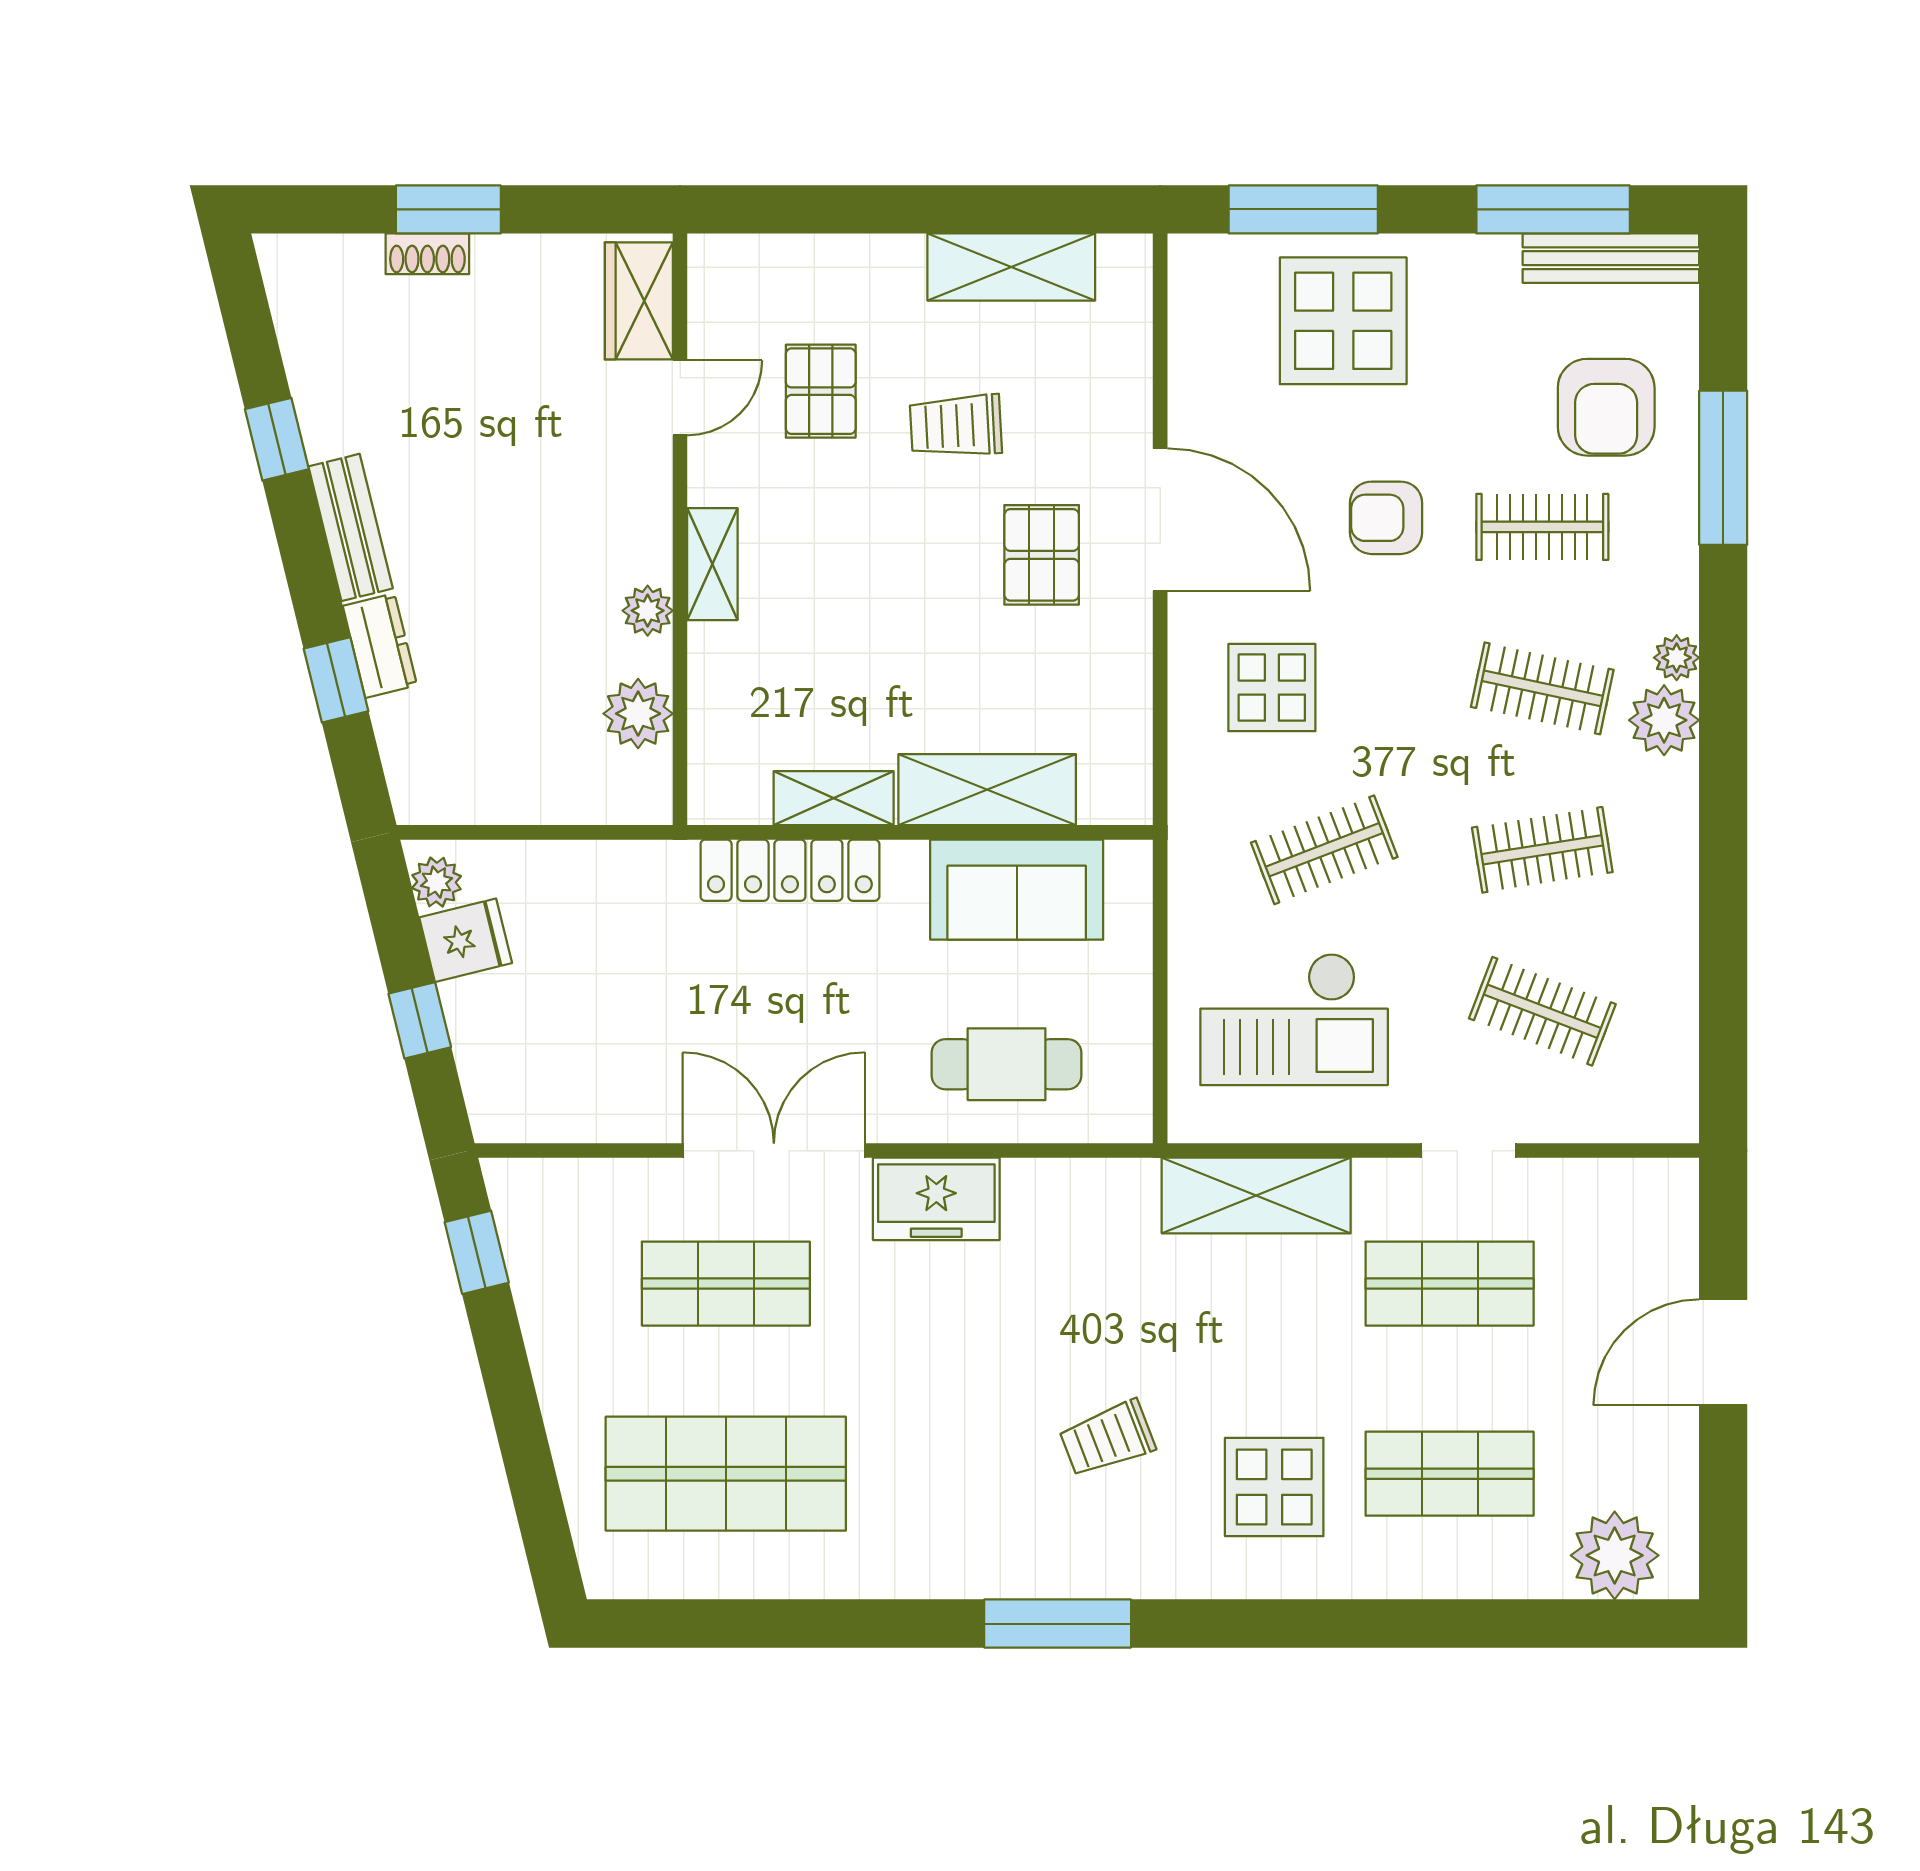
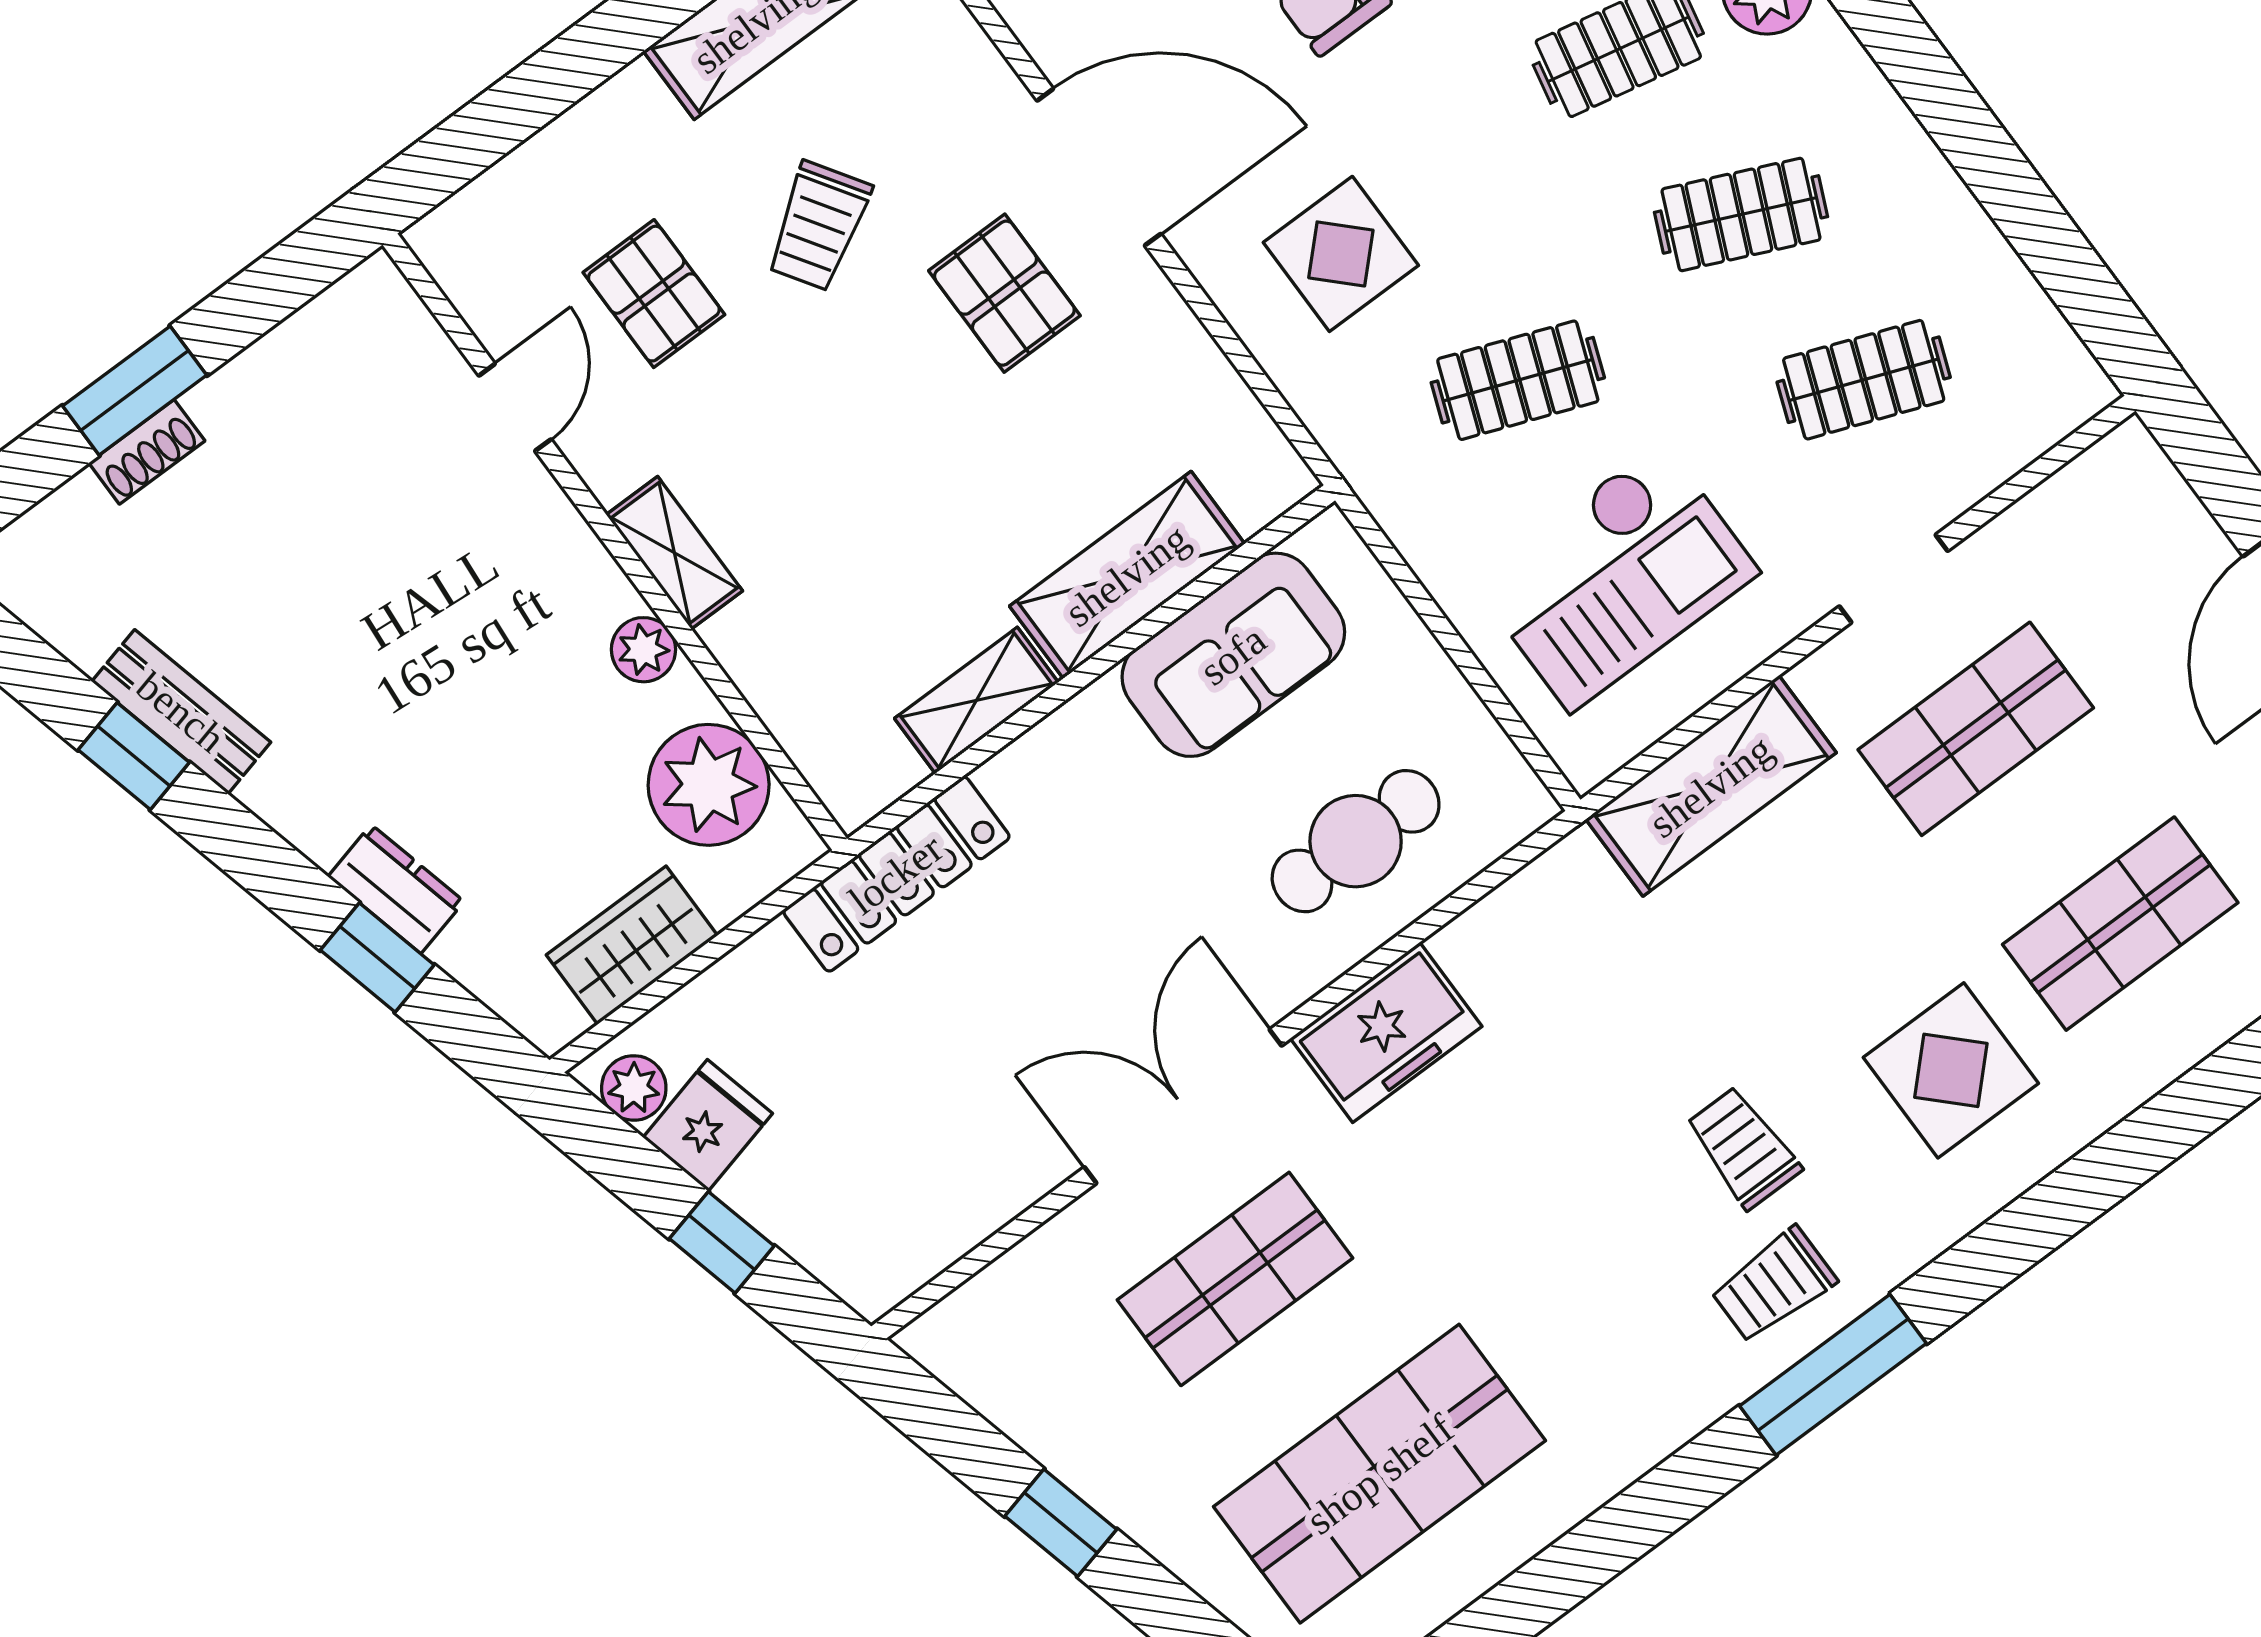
wardrobe: (639, 301) -> (632, 945), moved, turned 90
trolley: (956, 426) -> (818, 226), turned -30
bench: (351, 527) -> (181, 712), moved
plant: (638, 714) -> (709, 785), width x1.36, depth x1.36
clothes rail: (1324, 850) -> (1518, 380), turned 42
clothes rail: (1542, 850) -> (1741, 214), turned 33
locker: (790, 870) -> (896, 874), moved
window: (477, 1252) -> (1061, 1523), moved
trolley: (1107, 1439) -> (1743, 1148), turned 111
trolley: (1062, 1539) -> (1774, 1285), added

